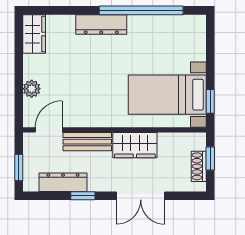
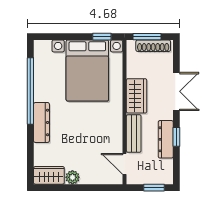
plant: (32, 89) -> (72, 177), moved
bed with nightstands: (167, 95) -> (87, 70), width x1.36
window: (210, 159) -> (147, 37), width x1.50
shoe rack: (199, 166) -> (153, 46), width x1.43
dresser: (63, 182) -> (166, 139), moved

